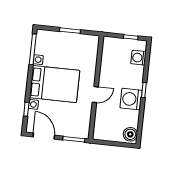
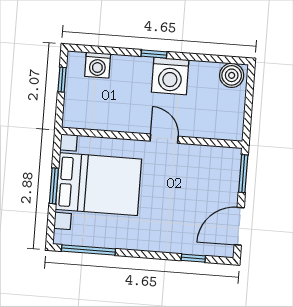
bed with nightstands: (55, 84) -> (98, 184), moved, turned 90

